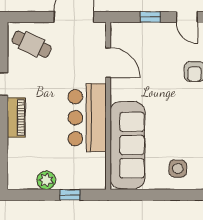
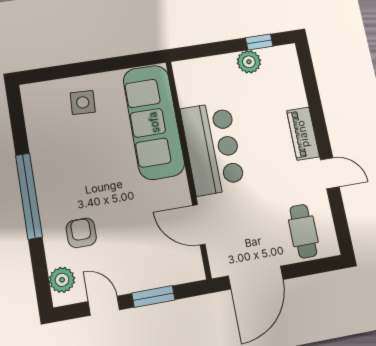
window: (151, 17) -> (153, 297), width x1.50
cafe table: (32, 44) -> (303, 231), turned 65
window: (70, 195) -> (259, 42), moved

